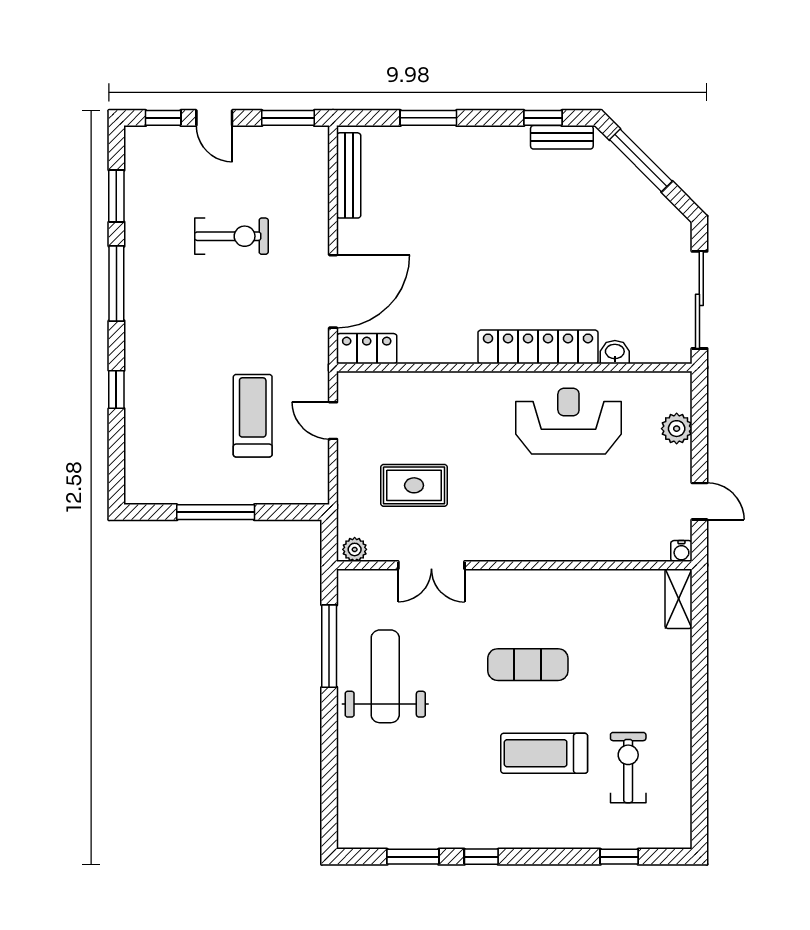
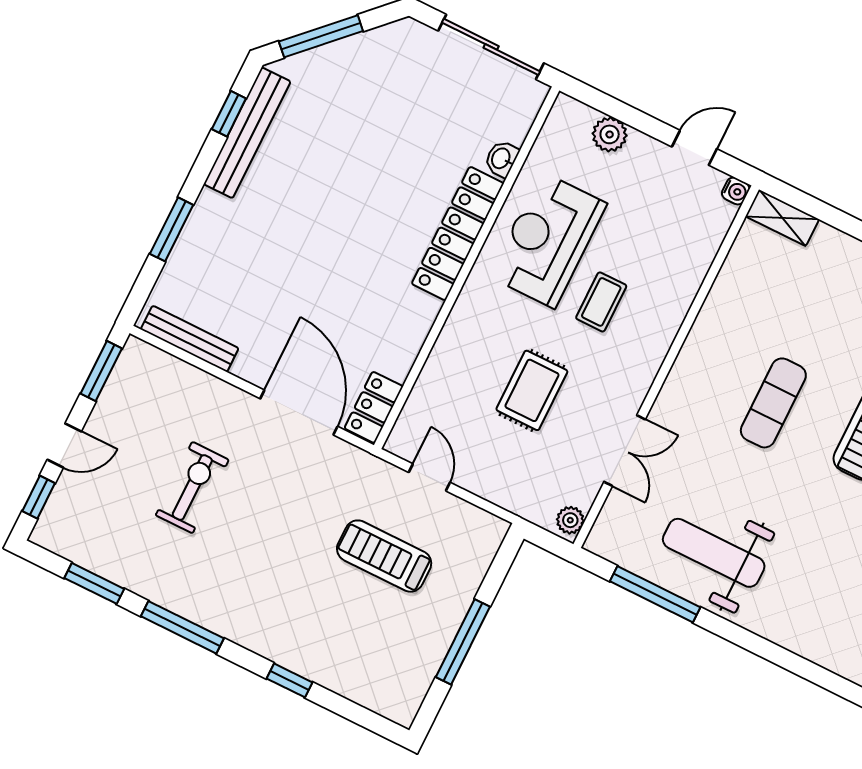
bench: (562, 137) -> (247, 133), width x1.86, depth x1.21
door: (333, 421) -> (429, 477), swing flipped
rug: (414, 485) -> (532, 390), moved
coffee table: (540, 488) -> (601, 302), added

